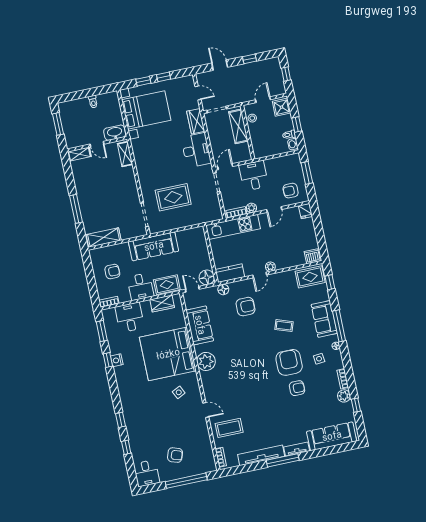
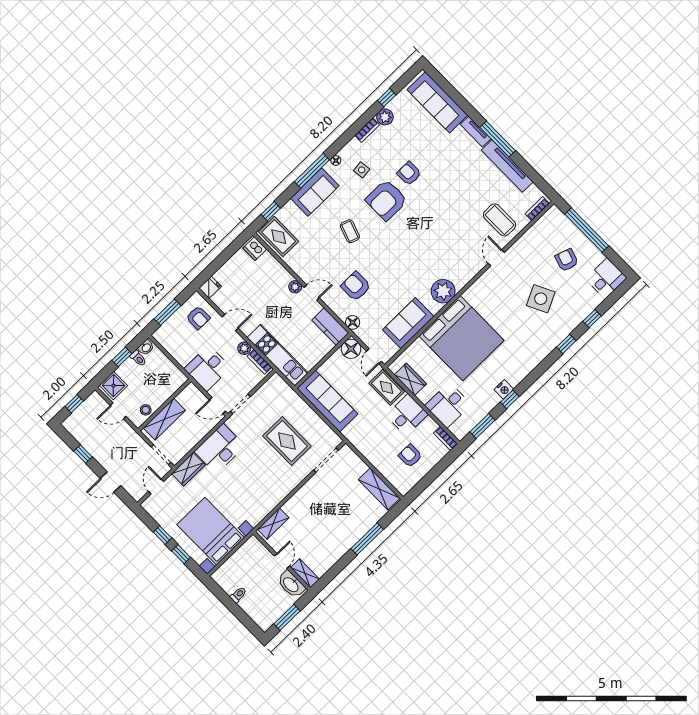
door: (220, 65) -> (111, 482), hinge flipped
washbasin: (115, 133) -> (291, 584), moved
sofa: (154, 246) -> (327, 401), moved
side table: (179, 392) -> (541, 299), moved, width x1.87, depth x1.87

